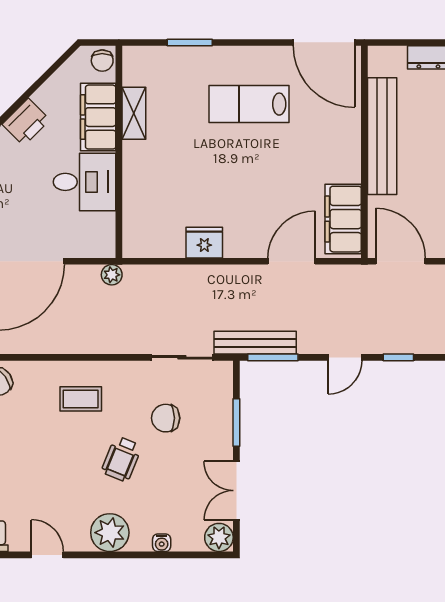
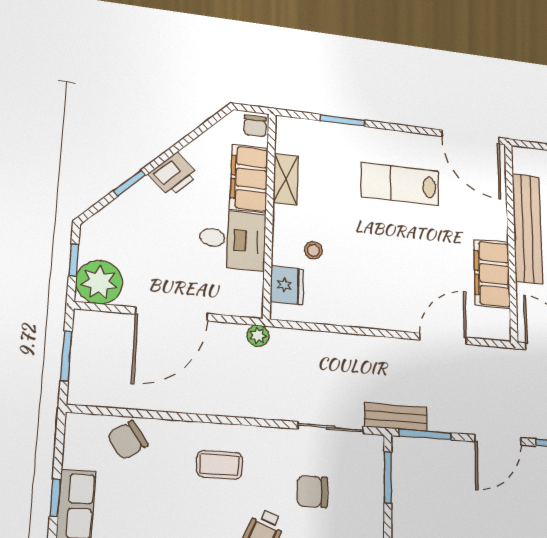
stool: (163, 184) -> (313, 250), added
filing cabinet: (343, 219) -> (492, 274), moved
fridge: (204, 243) -> (287, 285), moved, turned 90
bench: (255, 343) -> (396, 417), width x0.73
door: (345, 357) -> (498, 440), width x1.38
window: (236, 423) -> (388, 477), moved

